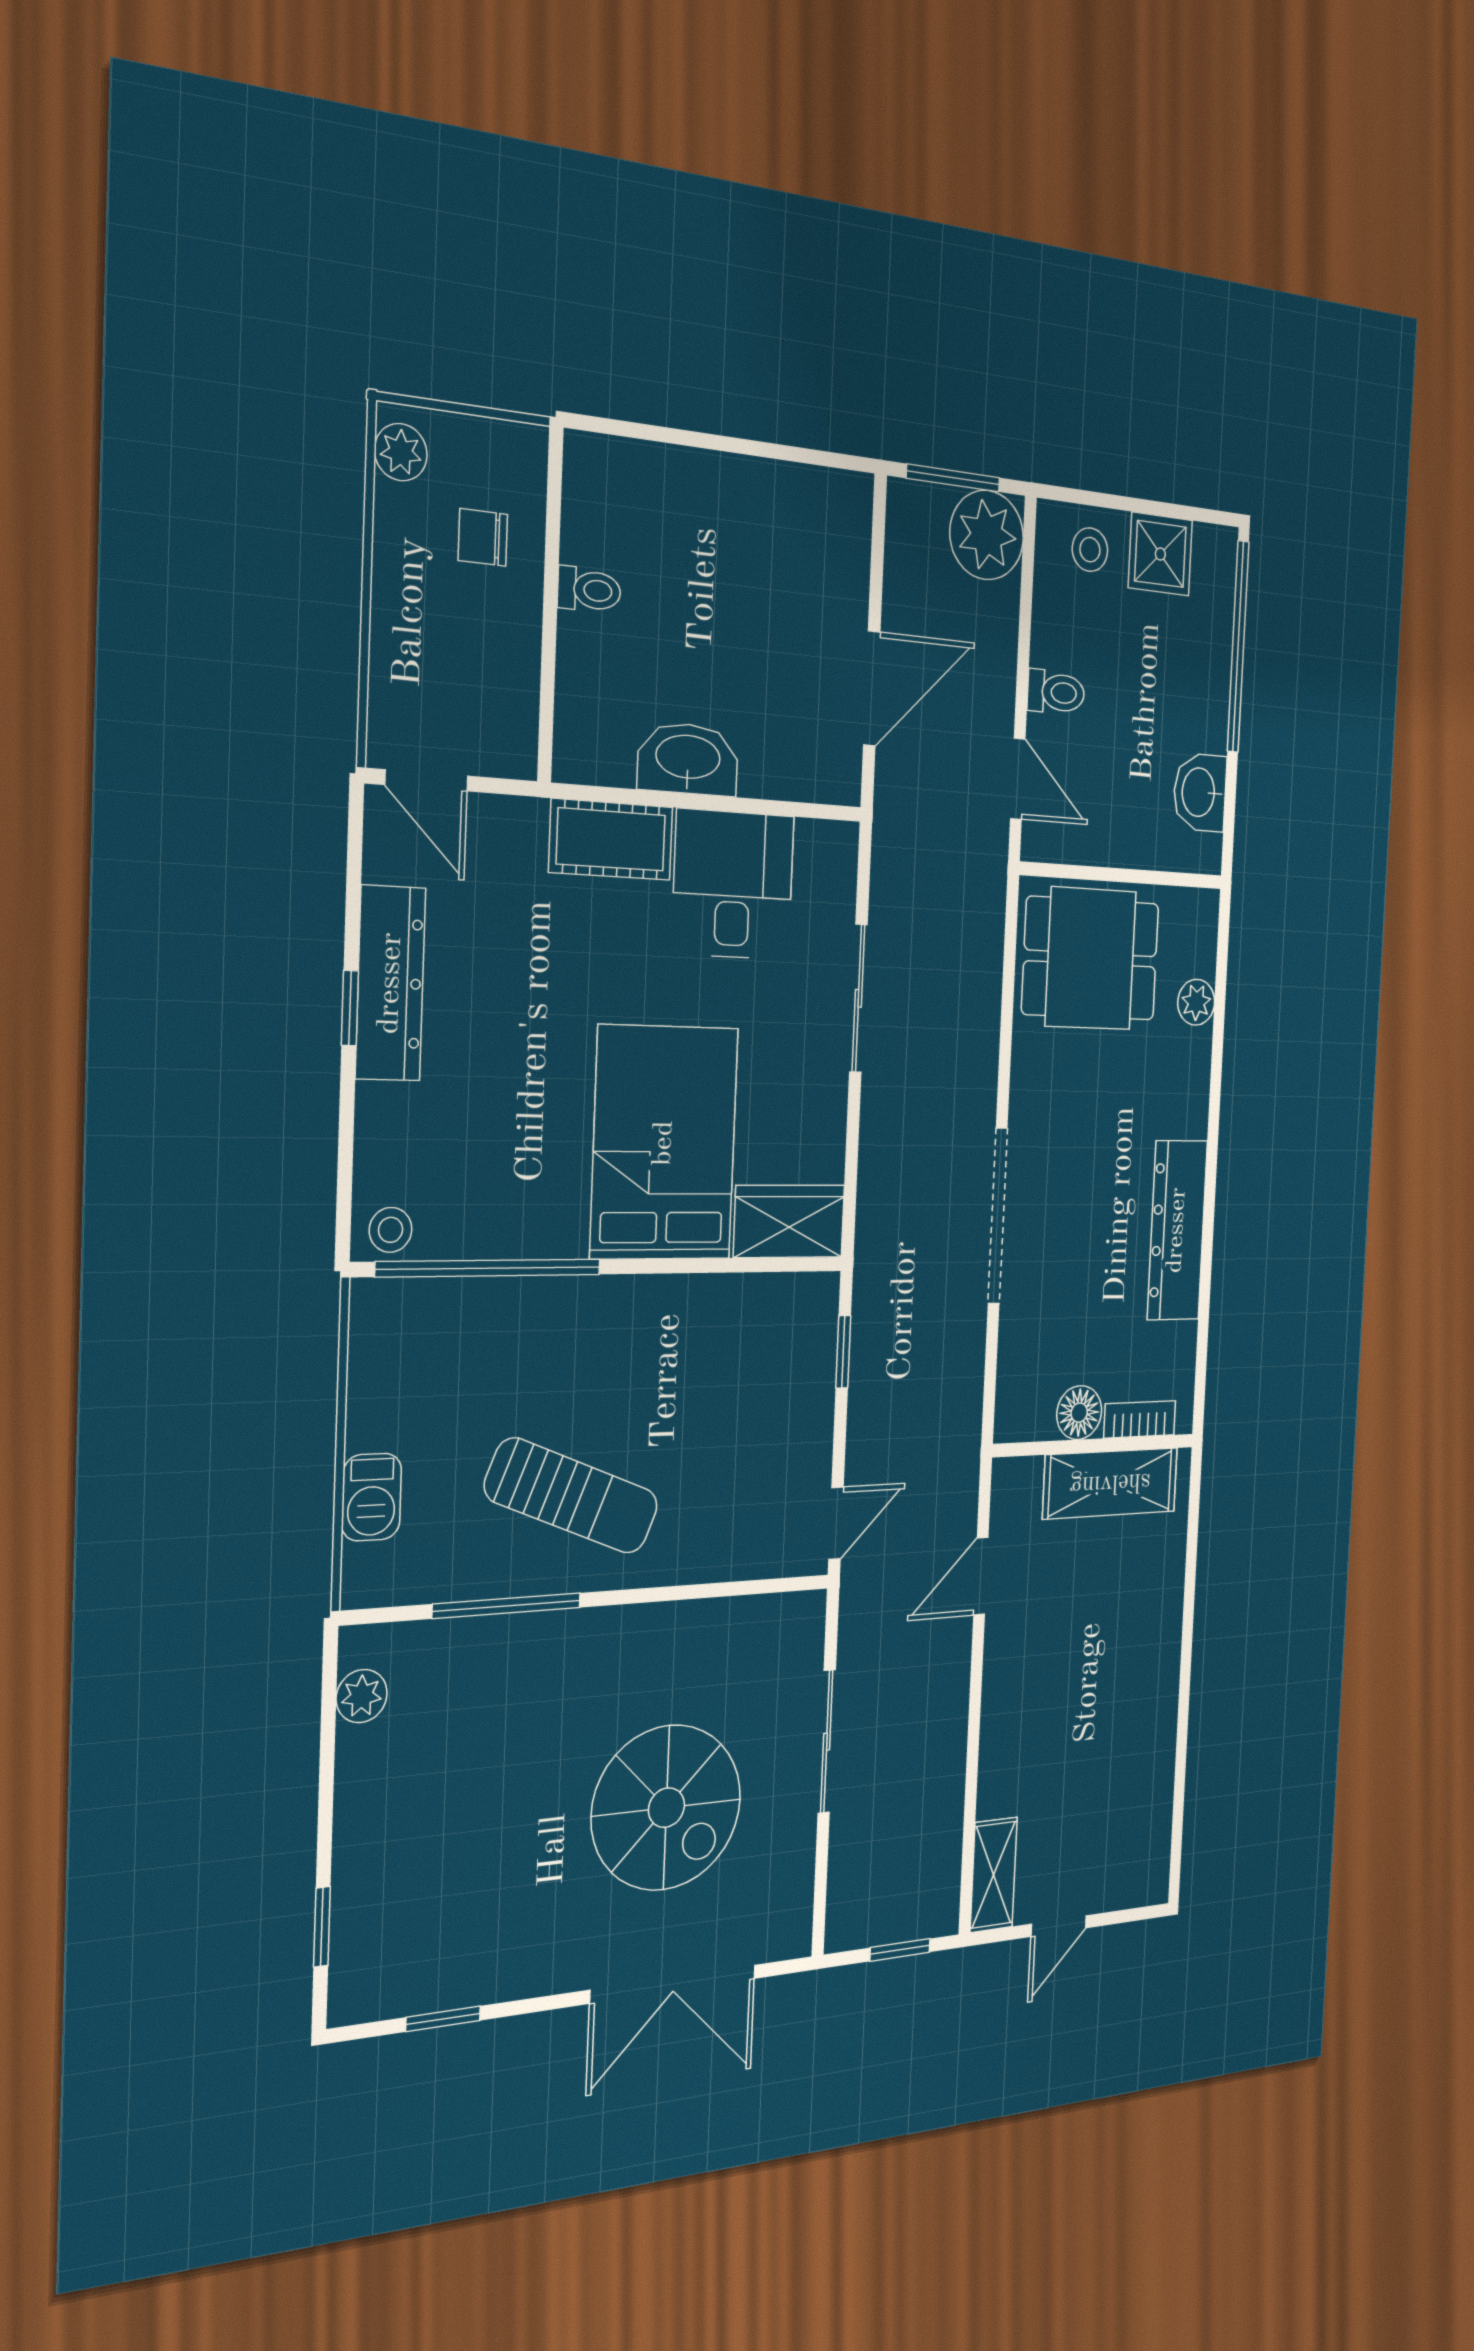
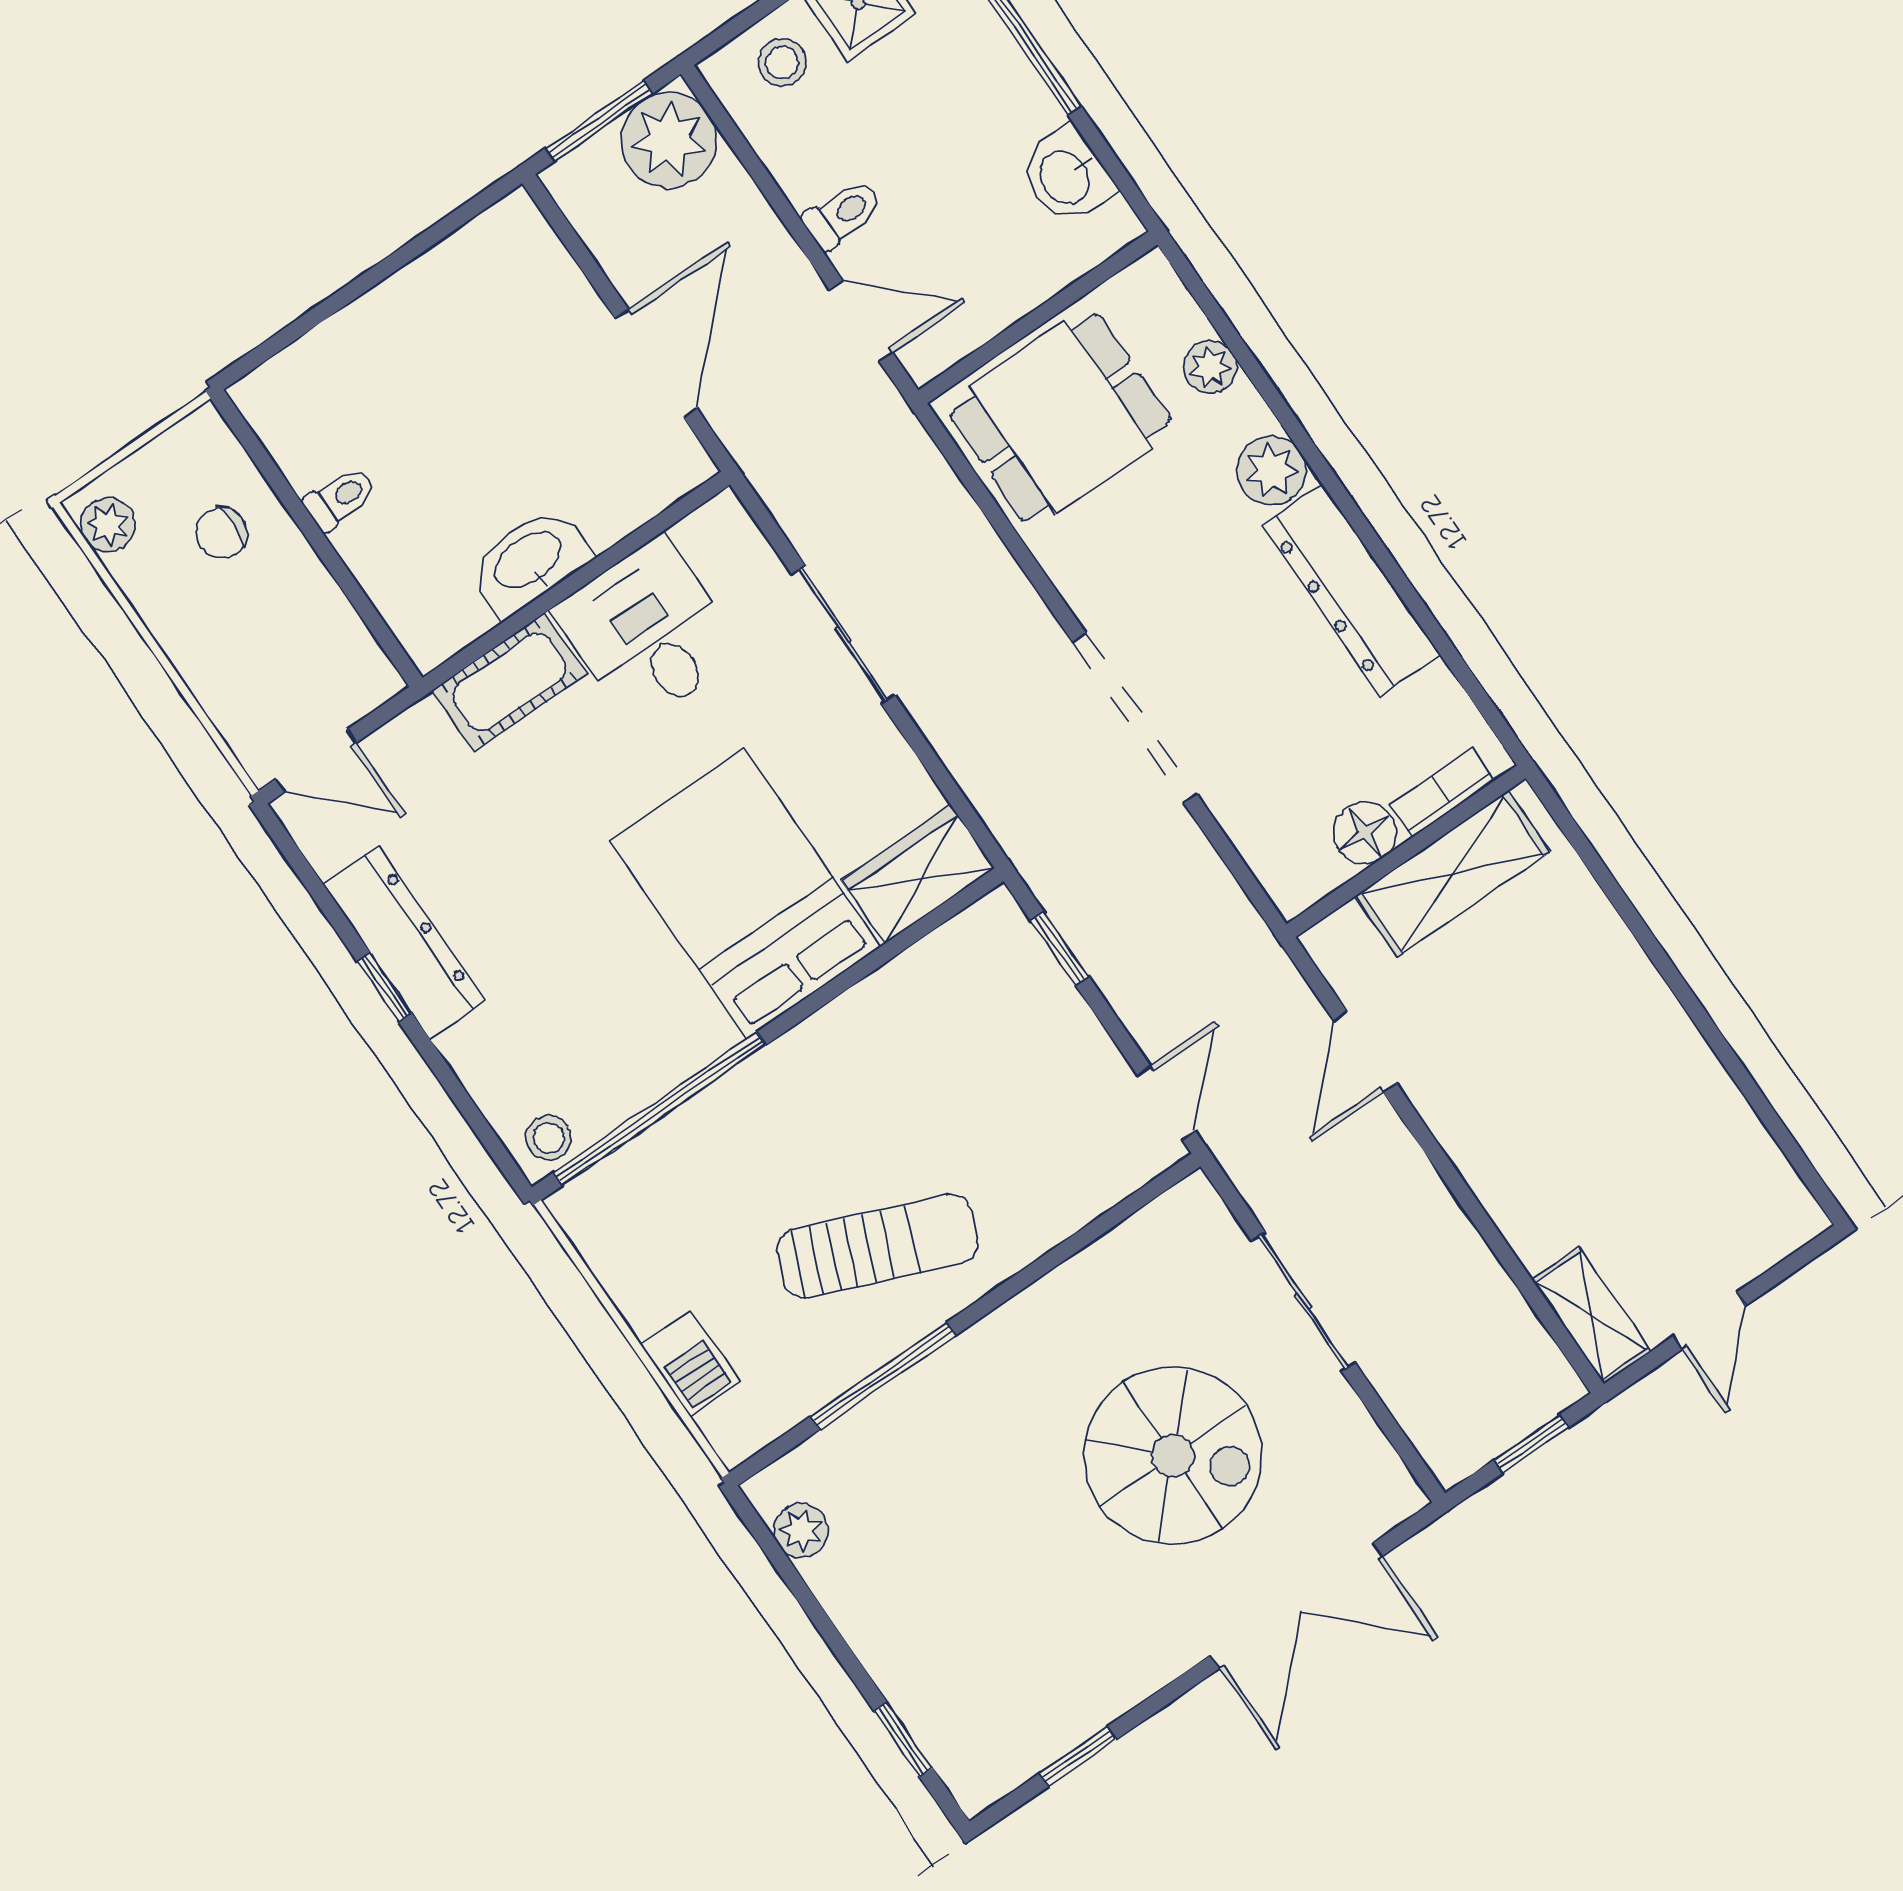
plant: (1185, 1106) -> (1271, 470), added

